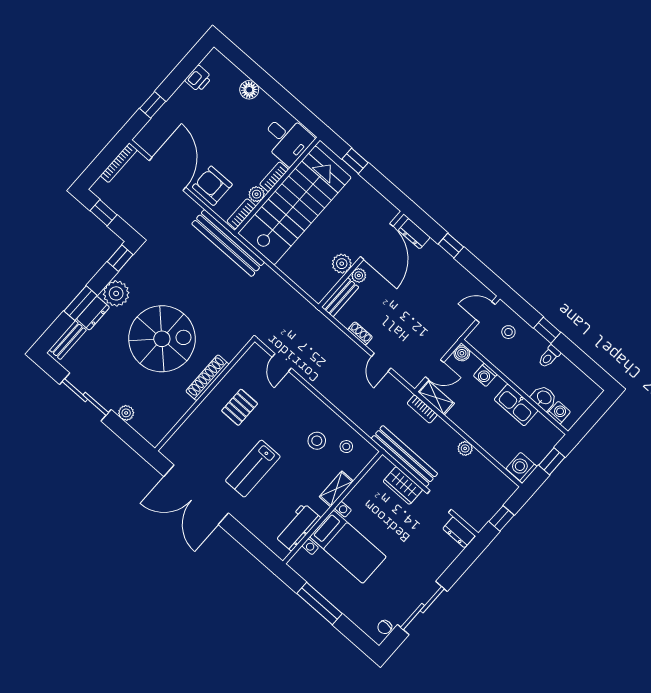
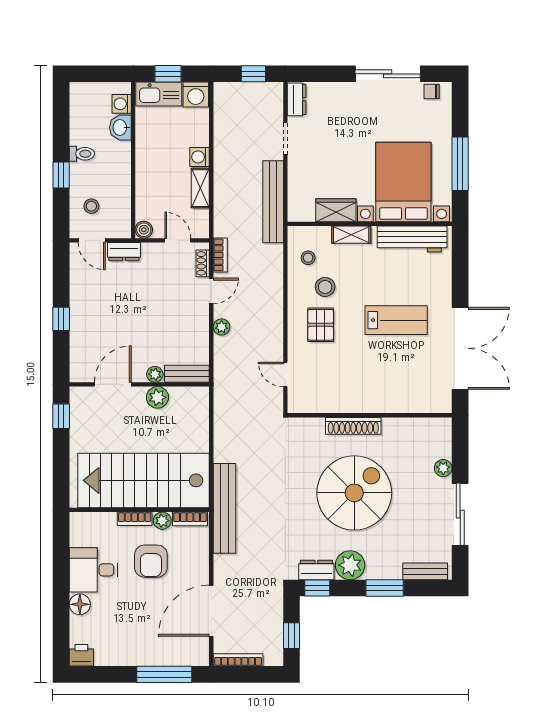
printer: (198, 79) -> (81, 655), moved
window: (153, 105) -> (164, 674), width x2.17
desk: (287, 139) -> (93, 570), moved, turned -90
window: (355, 161) -> (61, 416), moved
armchair: (212, 186) -> (151, 561), moved
dresser: (414, 234) -> (124, 252), moved, turned 90
door: (377, 241) -> (113, 384), width x0.73
dresser: (93, 313) -> (316, 570), moved
shoe rack: (360, 333) -> (203, 263), moved
spiral stairs: (162, 339) -> (354, 493), turned 90
door: (282, 363) -> (285, 375), swing flipped
washing machine: (485, 375) -> (200, 157), moved, turned 180
shelving: (436, 398) -> (200, 188), moved
kitchen sink: (516, 405) -> (159, 94), moved, turned 90
pallet: (240, 407) -> (321, 325), moved, turned 90
bookcase: (422, 409) -> (220, 255), moved
plant: (465, 448) -> (222, 327), moved
wardrobe: (403, 486) -> (336, 210), moved, turned -90
workbench: (298, 527) -> (412, 239), width x1.38
bed with nightstands: (348, 547) -> (403, 182), width x1.36
chair: (385, 627) -> (432, 91), turned 180

